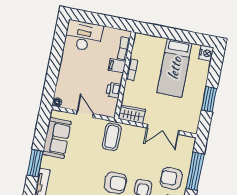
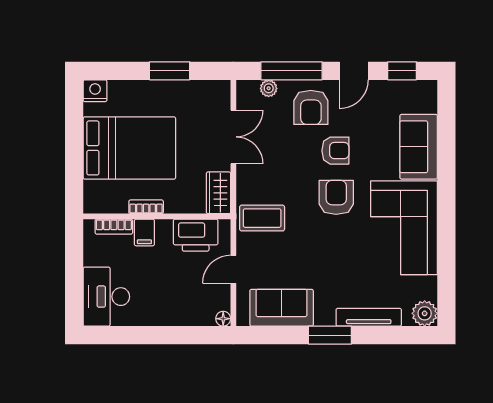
bed: (175, 68) -> (129, 148), width x1.50
printer: (114, 90) -> (196, 235), width x1.87, depth x1.48
plant: (187, 156) -> (269, 88), added

